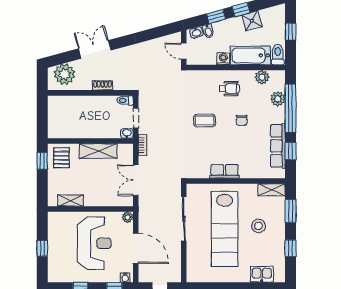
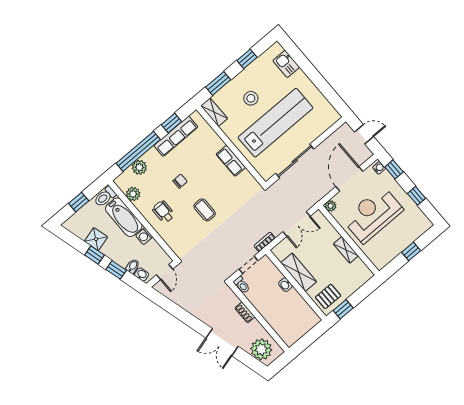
washbasin: (127, 133) -> (285, 285), moved
shelving: (71, 201) -> (346, 250), moved

